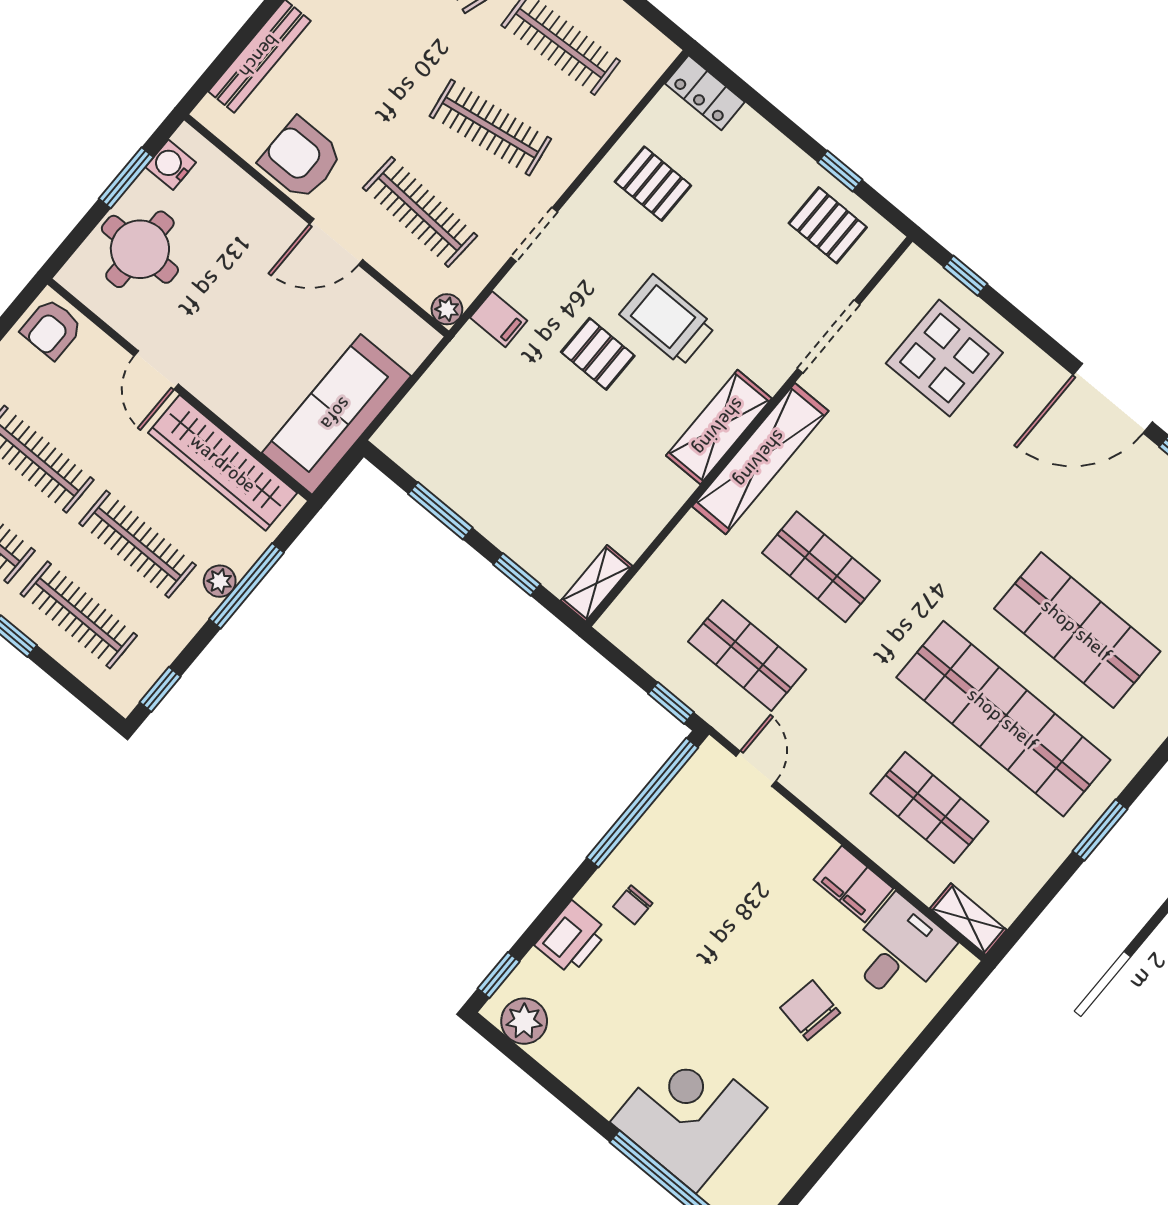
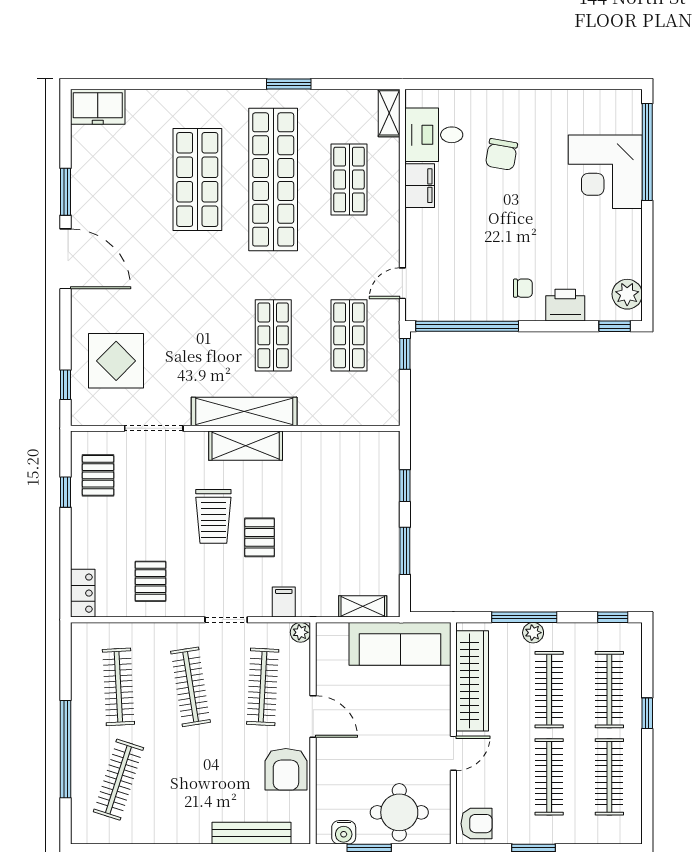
shelving: (596, 583) -> (363, 606), moved

